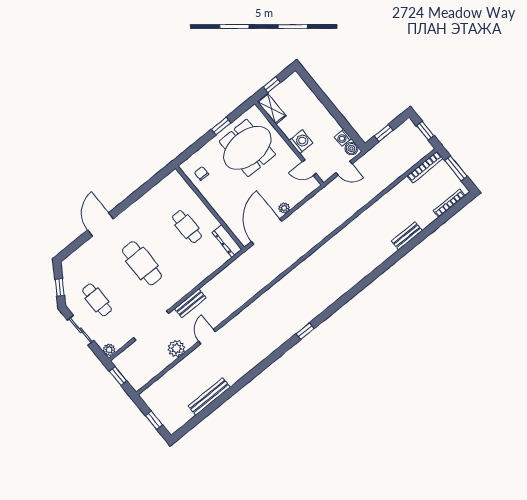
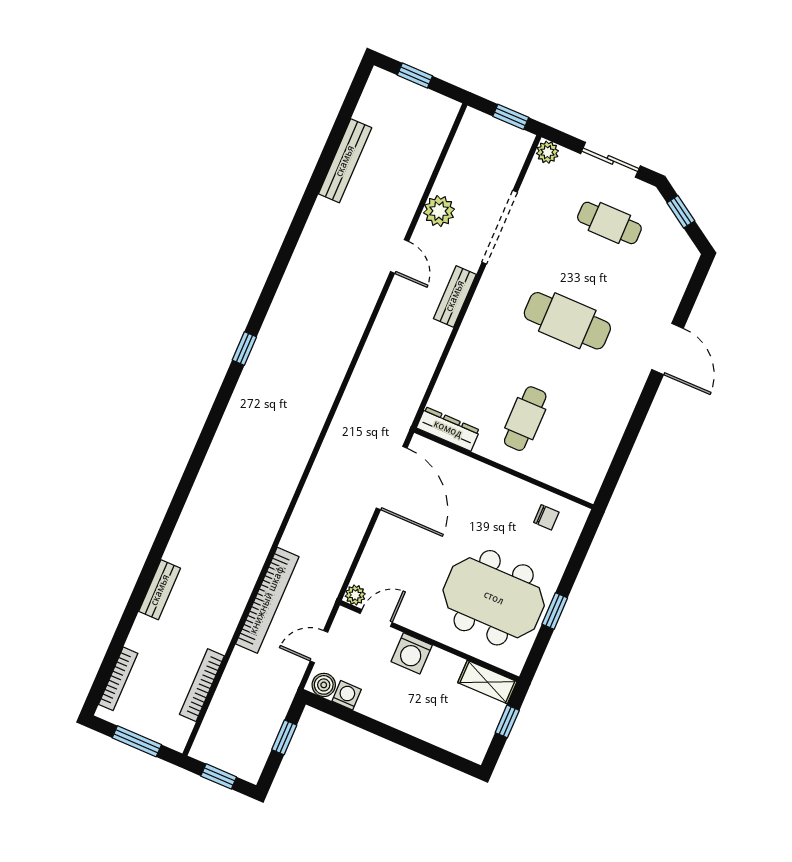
meeting table: (247, 148) -> (494, 598), turned 90
bookcase: (425, 167) -> (202, 685), moved
bookcase: (357, 204) -> (267, 600), added
plant: (284, 208) -> (355, 595), moved
cafe table: (187, 227) -> (525, 419), turned 90

